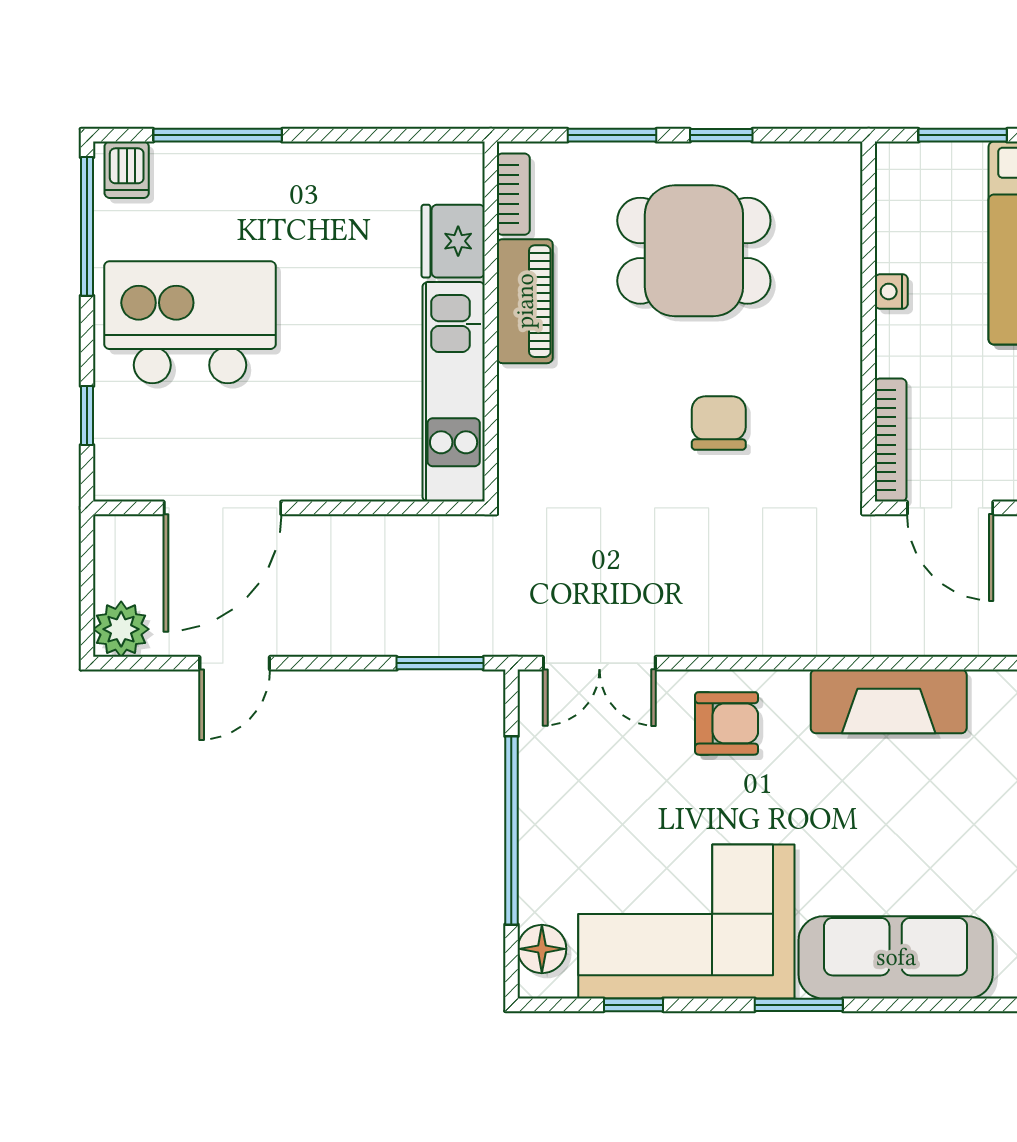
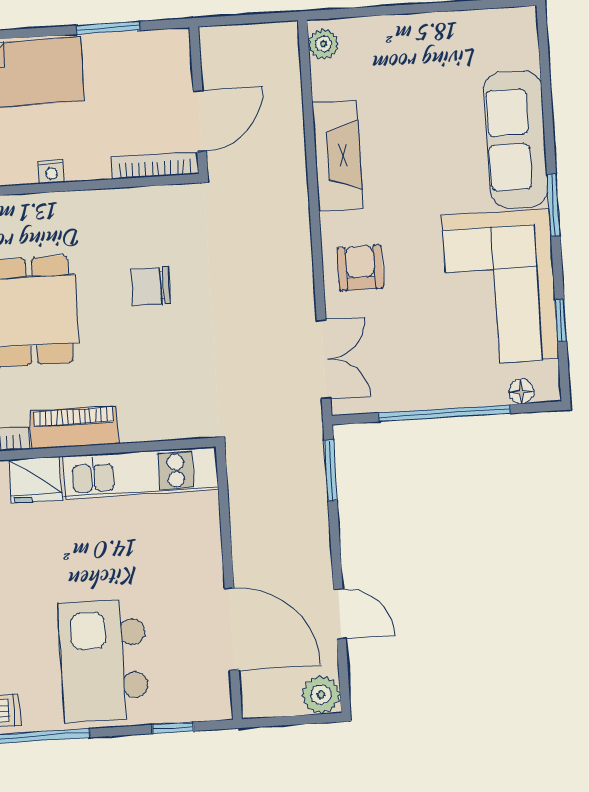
floor lamp: (542, 949) -> (521, 392), width x0.73, depth x0.73

